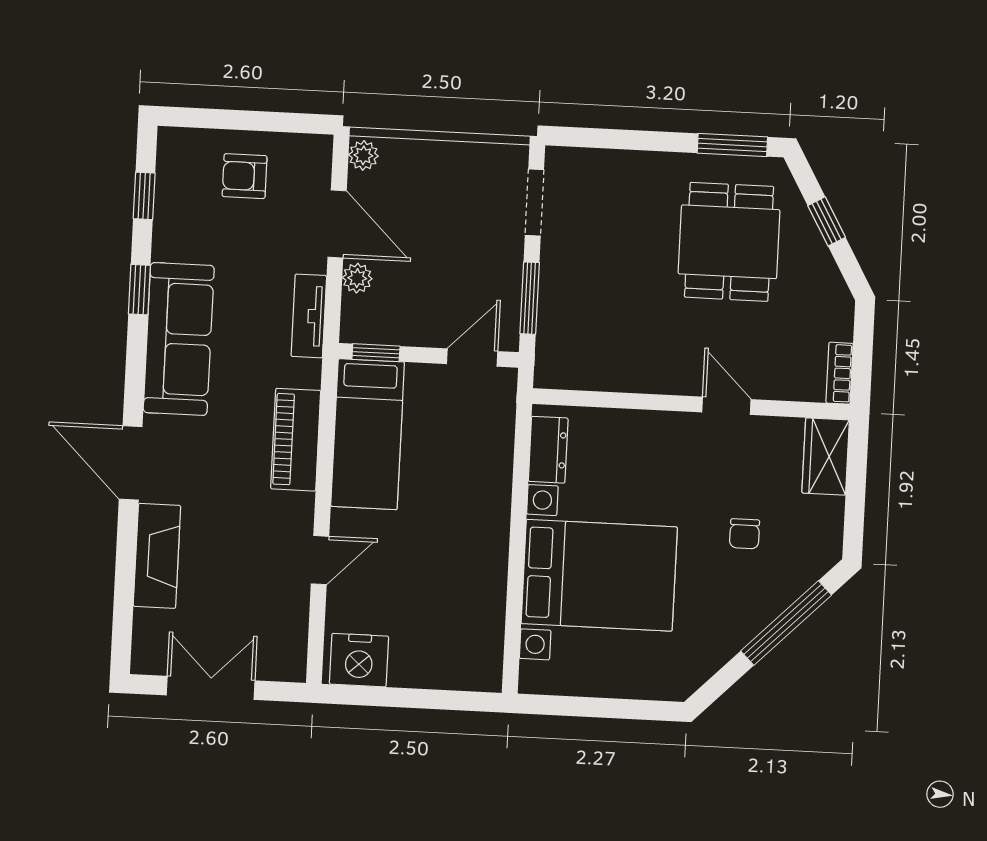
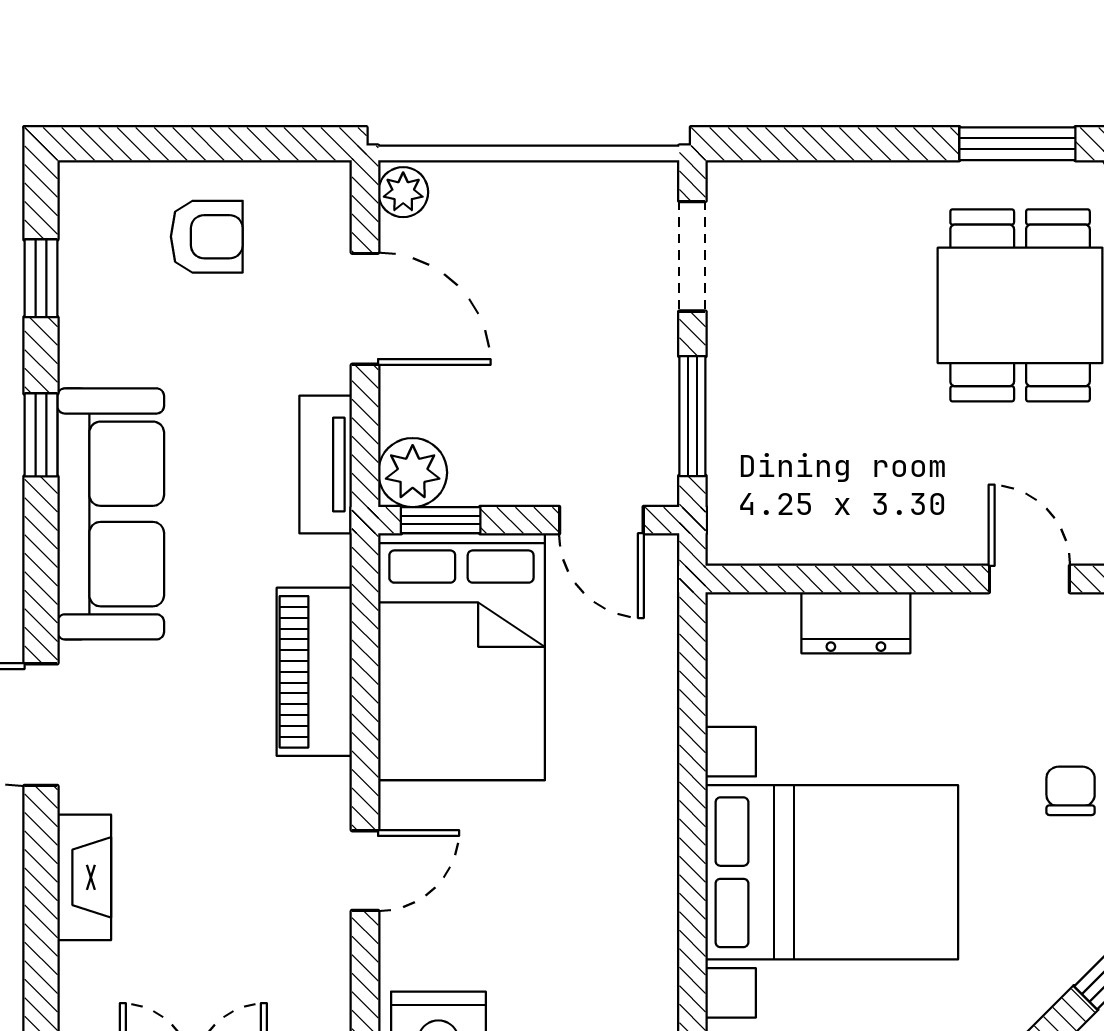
armchair: (245, 176) -> (207, 237), turned 180
plant: (357, 278) -> (413, 473), moved, width x1.38, depth x1.38
door: (472, 358) -> (601, 520), swing flipped
bed: (368, 434) -> (461, 657), width x1.50
dresser: (548, 450) -> (856, 623), moved, turned 90
chair: (745, 534) -> (1071, 791), turned 180
fireplace: (157, 556) -> (84, 877), width x0.73, depth x0.76

